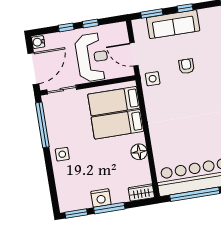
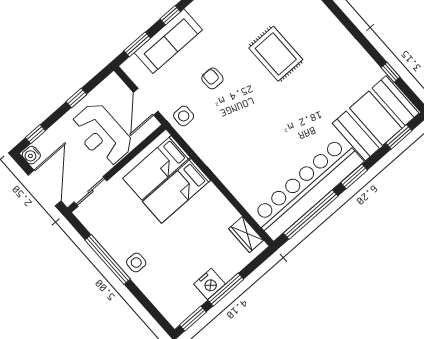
window: (66, 27) -> (35, 134), moved
door: (134, 54) -> (146, 102), hinge flipped
reception desk: (92, 57) -> (102, 134), turned 180
window: (42, 125) -> (108, 259), moved
floor lamp: (139, 152) -> (220, 206), removed
wardrobe: (141, 193) -> (246, 235), moved, turned -90

